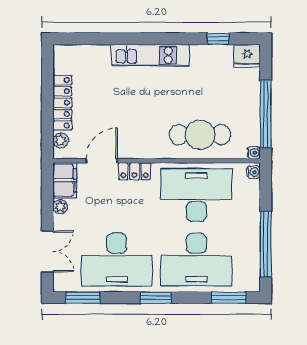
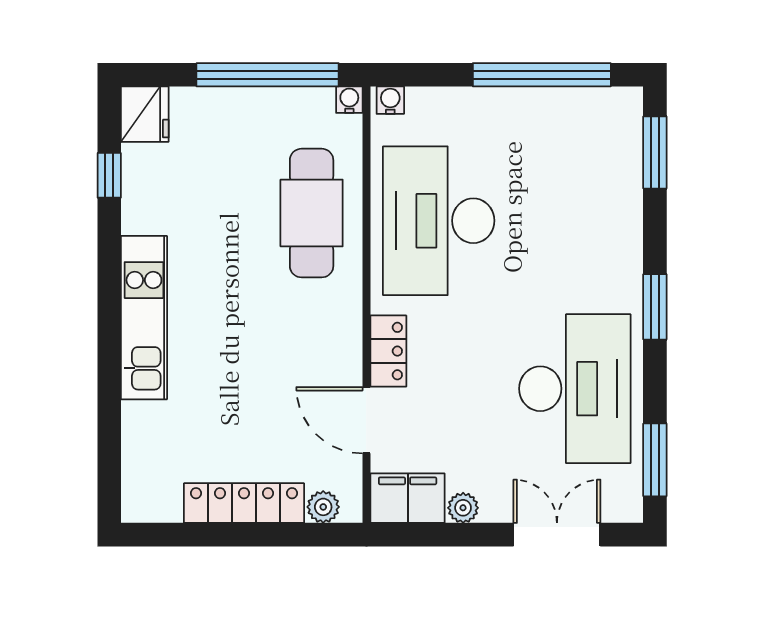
desk: (196, 260) -> (575, 221), removed

